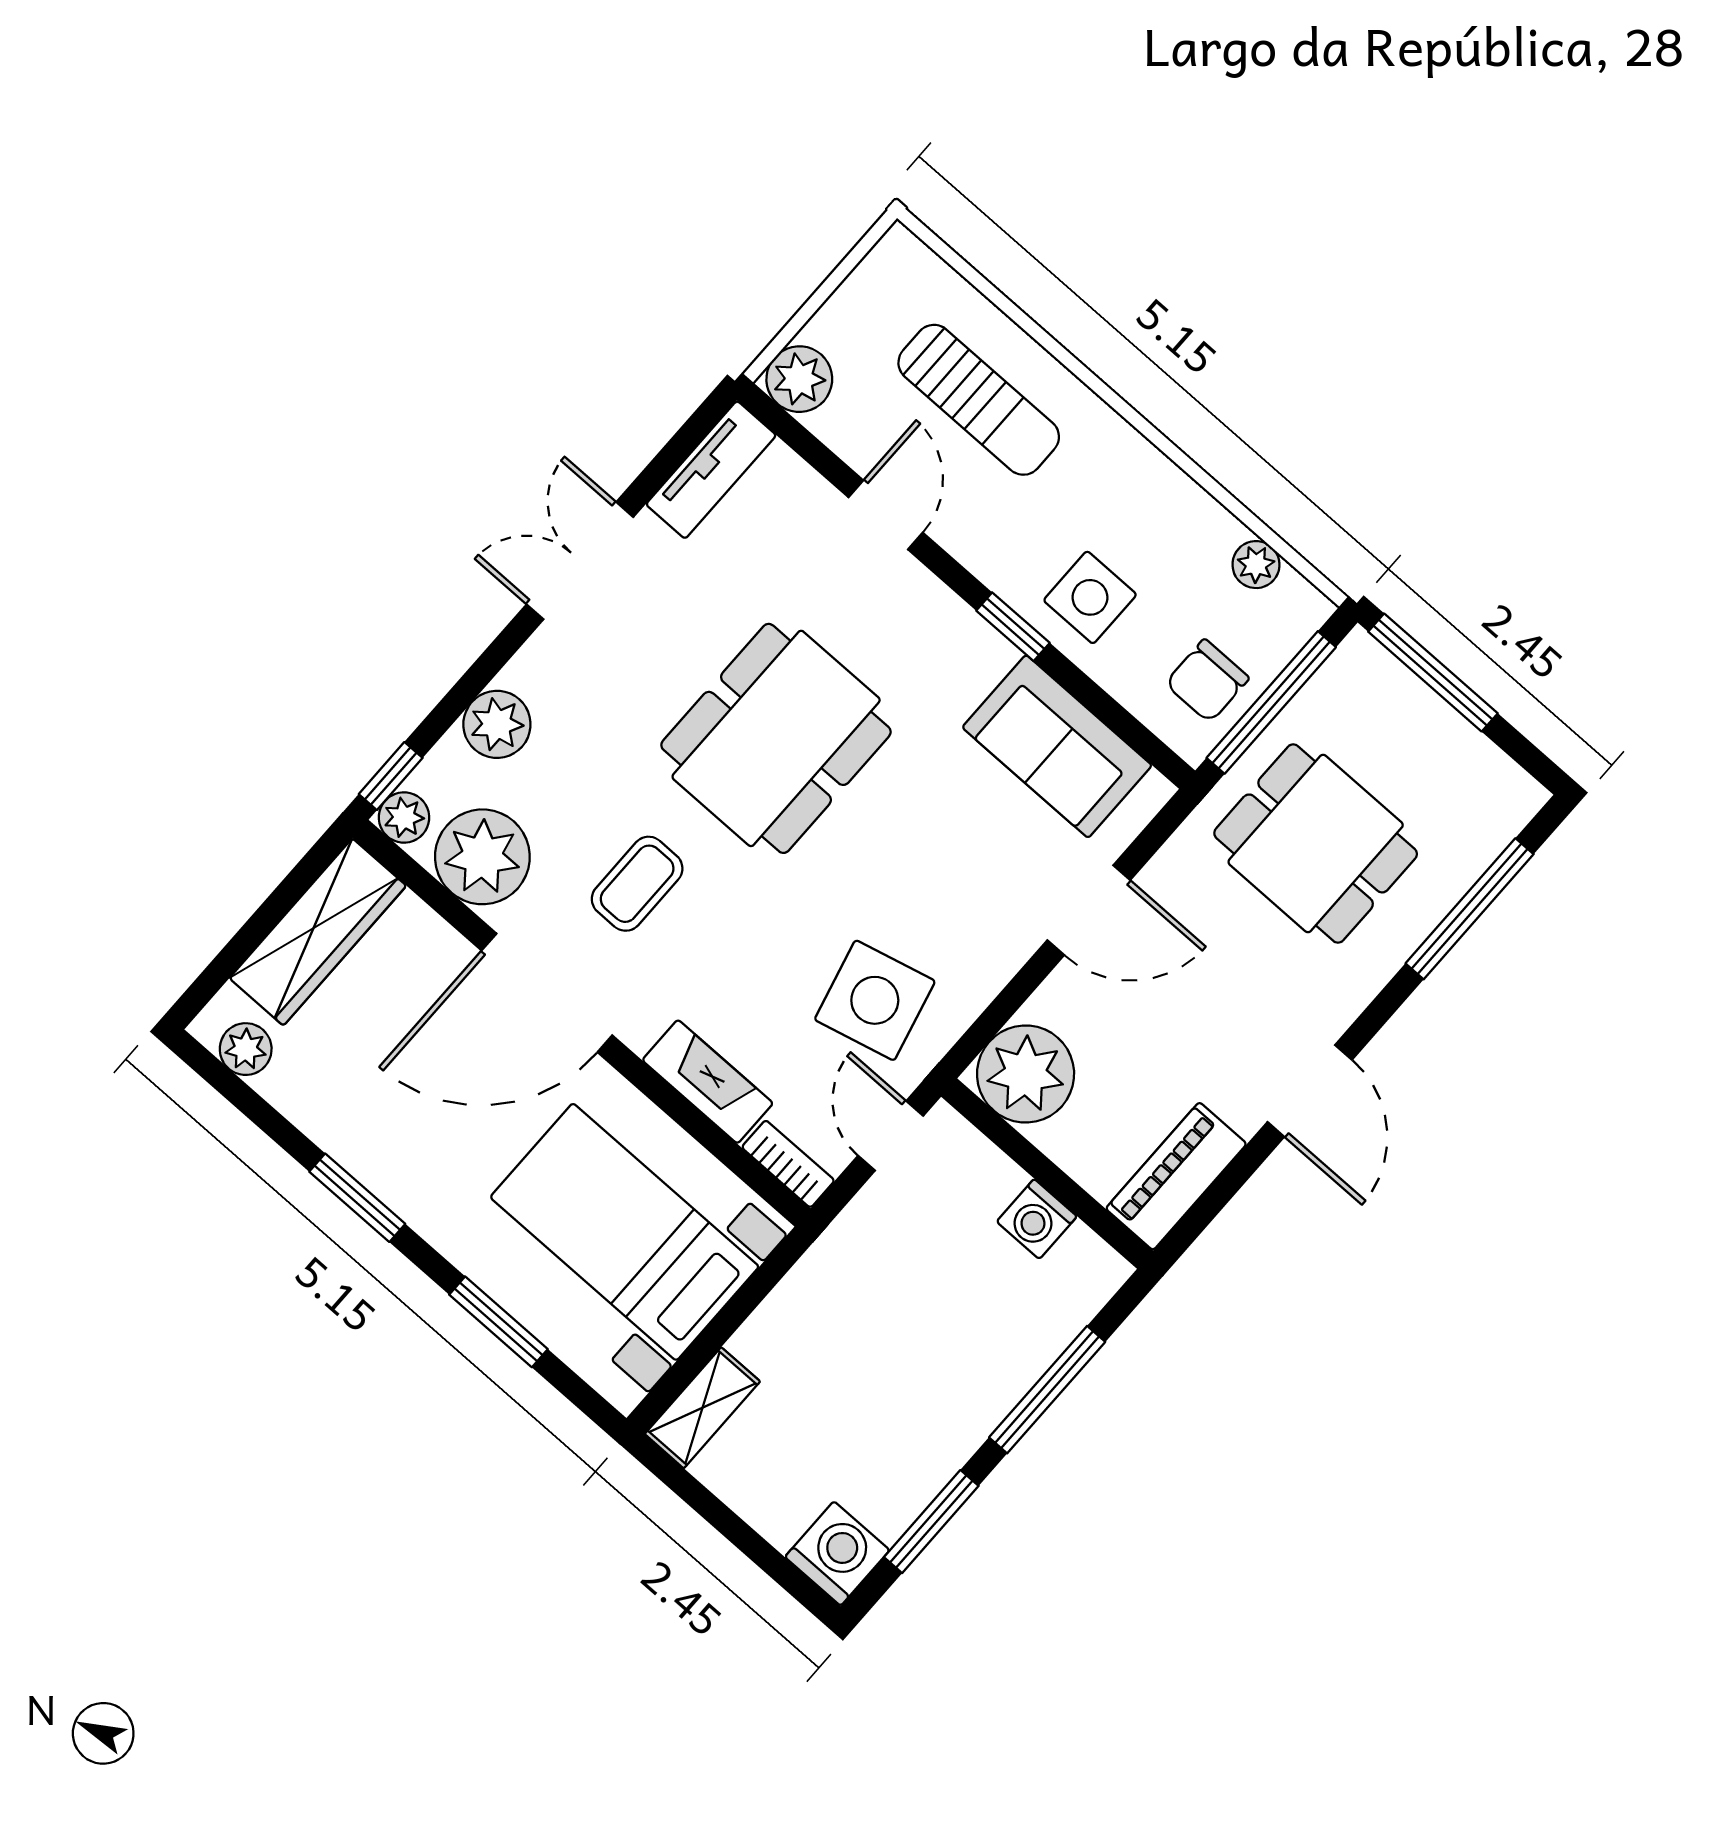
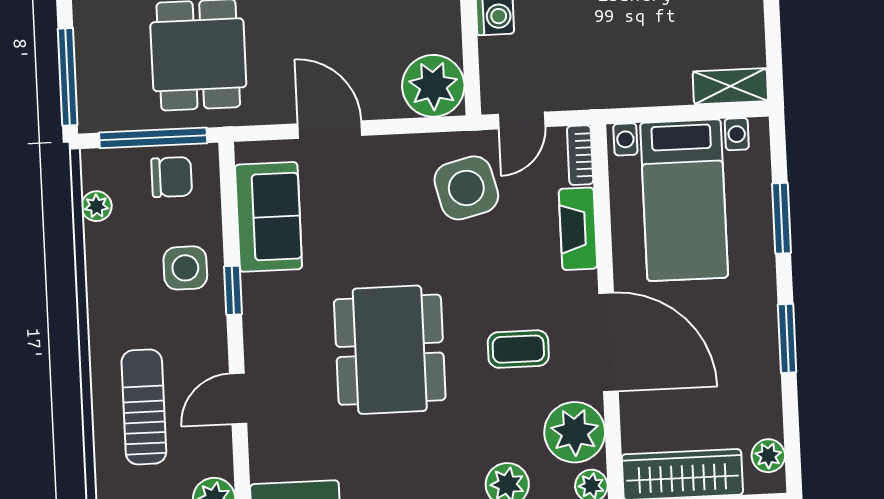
dining table: (776, 738) -> (390, 350), turned 90

